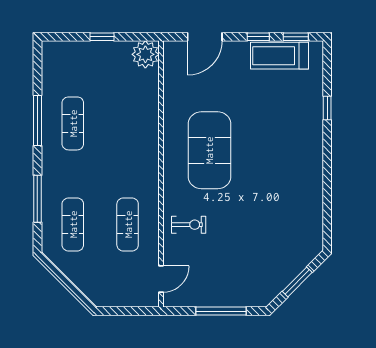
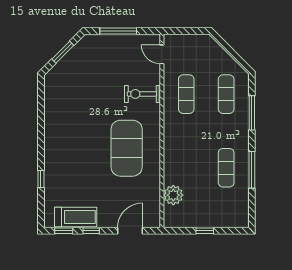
plant: (145, 54) -> (173, 195), moved
exercise bike: (189, 225) -> (142, 94), width x1.38, depth x1.39
door: (161, 279) -> (162, 54), hinge flipped

